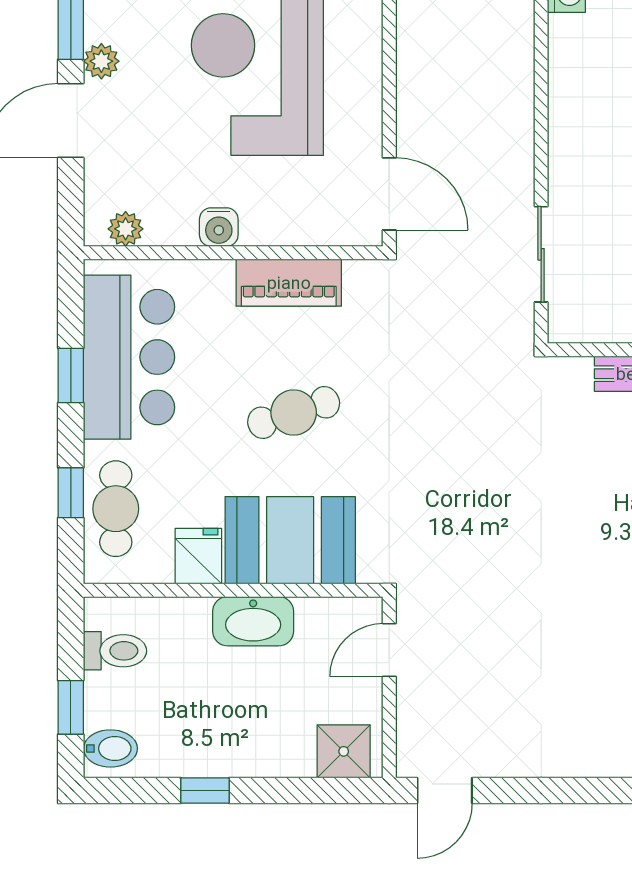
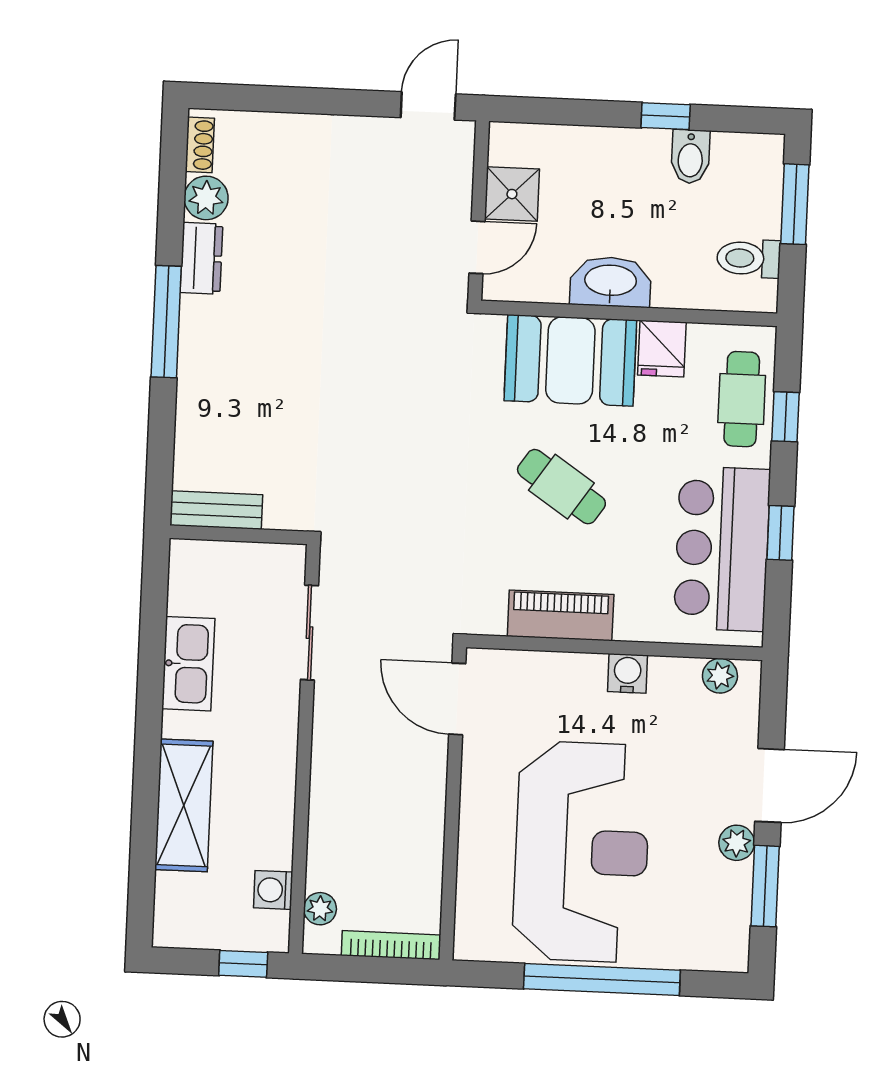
cafe table: (294, 413) -> (561, 487), turned 52
window: (71, 707) -> (795, 204), width x1.50
bidet: (110, 748) -> (690, 157), moved, turned -90
shower: (344, 751) -> (512, 194), moved

